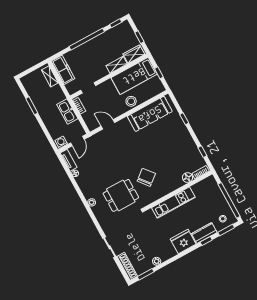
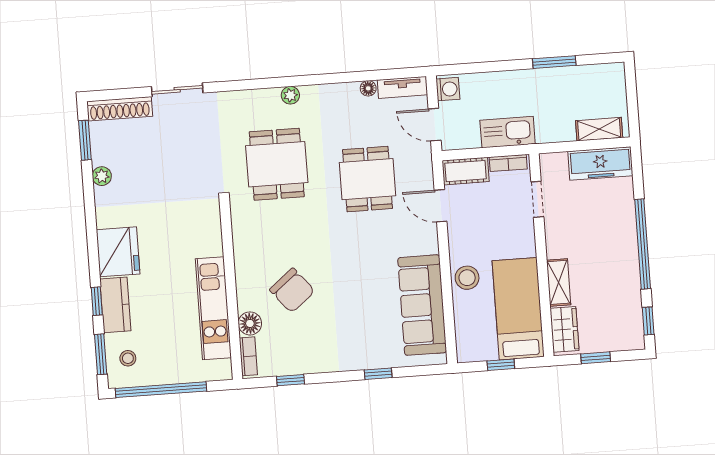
cot: (90, 121) -> (466, 171), added
door: (108, 124) -> (441, 206), swing flipped
dining table: (110, 157) -> (368, 179), added
chair: (146, 177) -> (292, 290), moved
kitchen unit: (173, 203) -> (213, 308), moved

